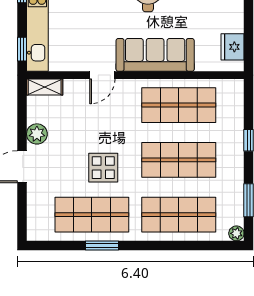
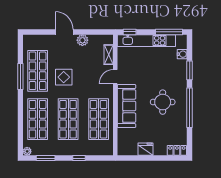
fridge: (233, 47) -> (146, 149), moved
door: (102, 75) -> (115, 77), hinge flipped
shelving: (45, 87) -> (109, 55), moved
window: (102, 246) -> (20, 76), width x1.44

